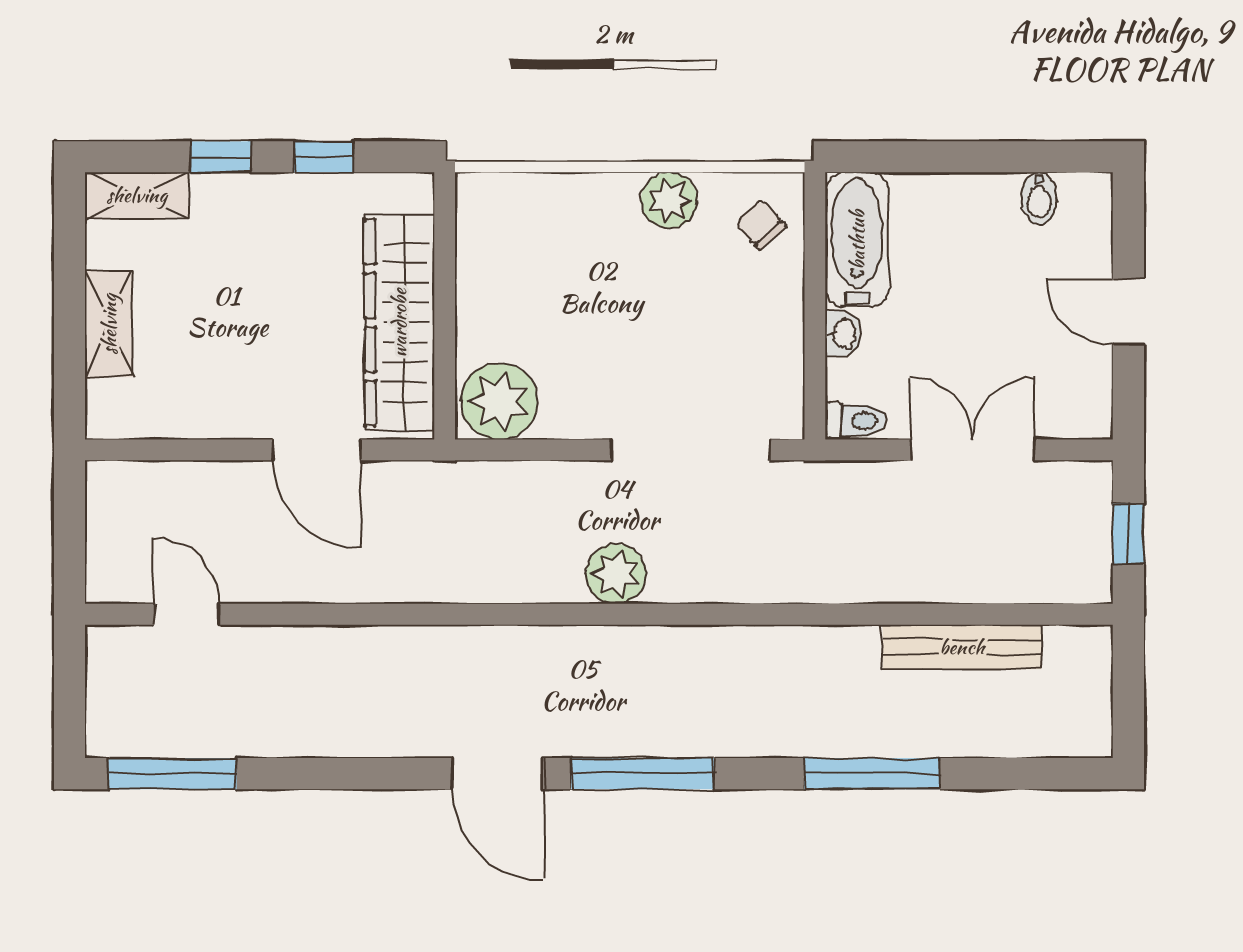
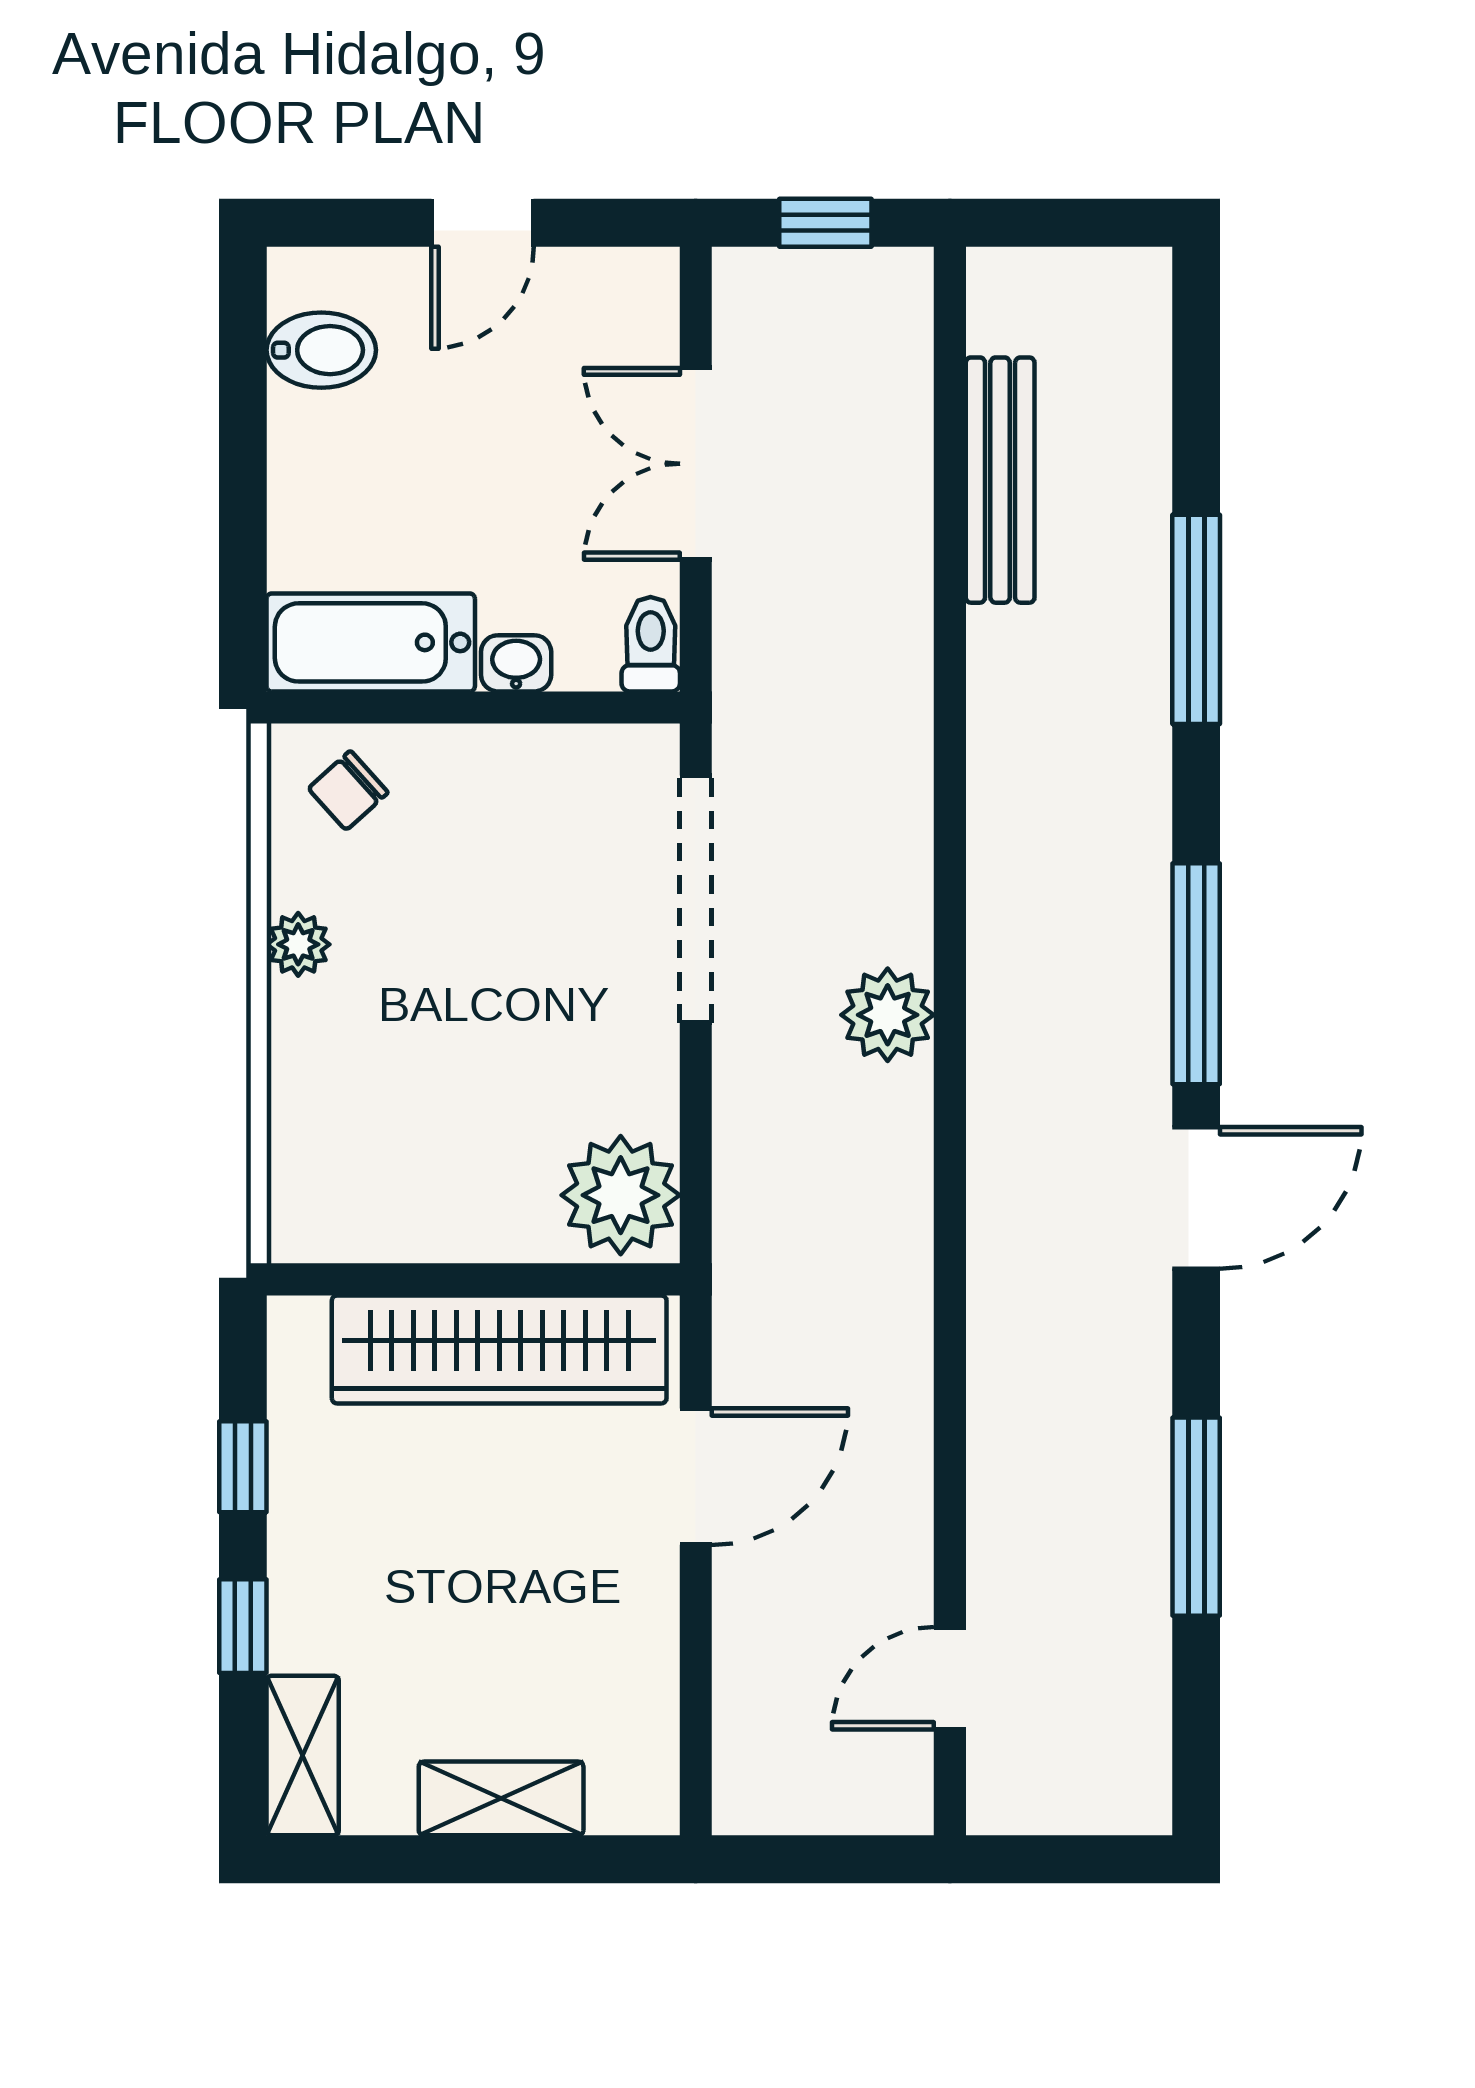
bidet: (1039, 198) -> (321, 350), width x1.38, depth x1.36
plant: (669, 200) -> (298, 944), width x0.73, depth x0.73
window: (173, 774) -> (1196, 1517), moved

